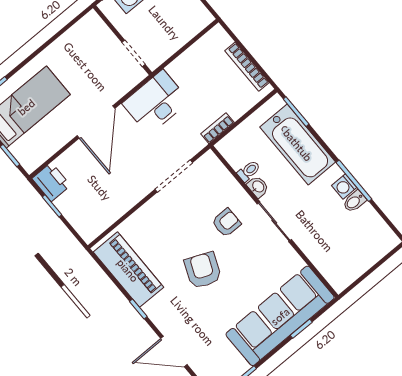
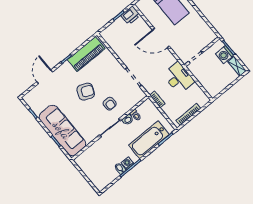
desk: (156, 102) -> (179, 78), moved

